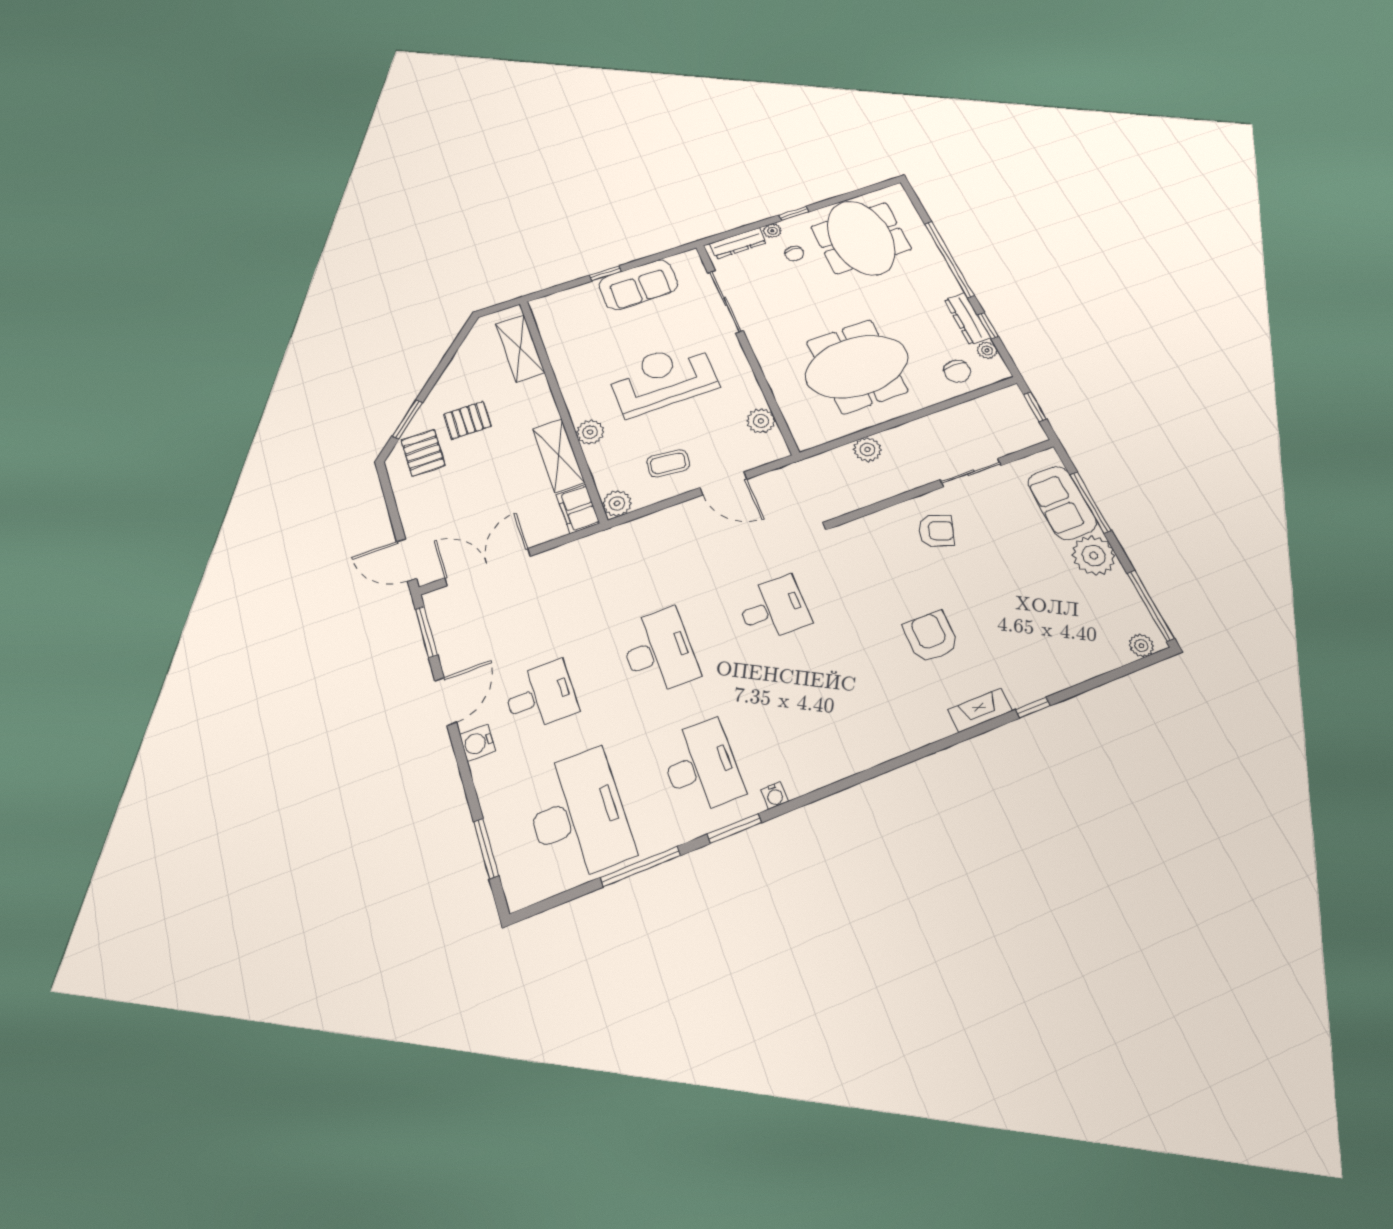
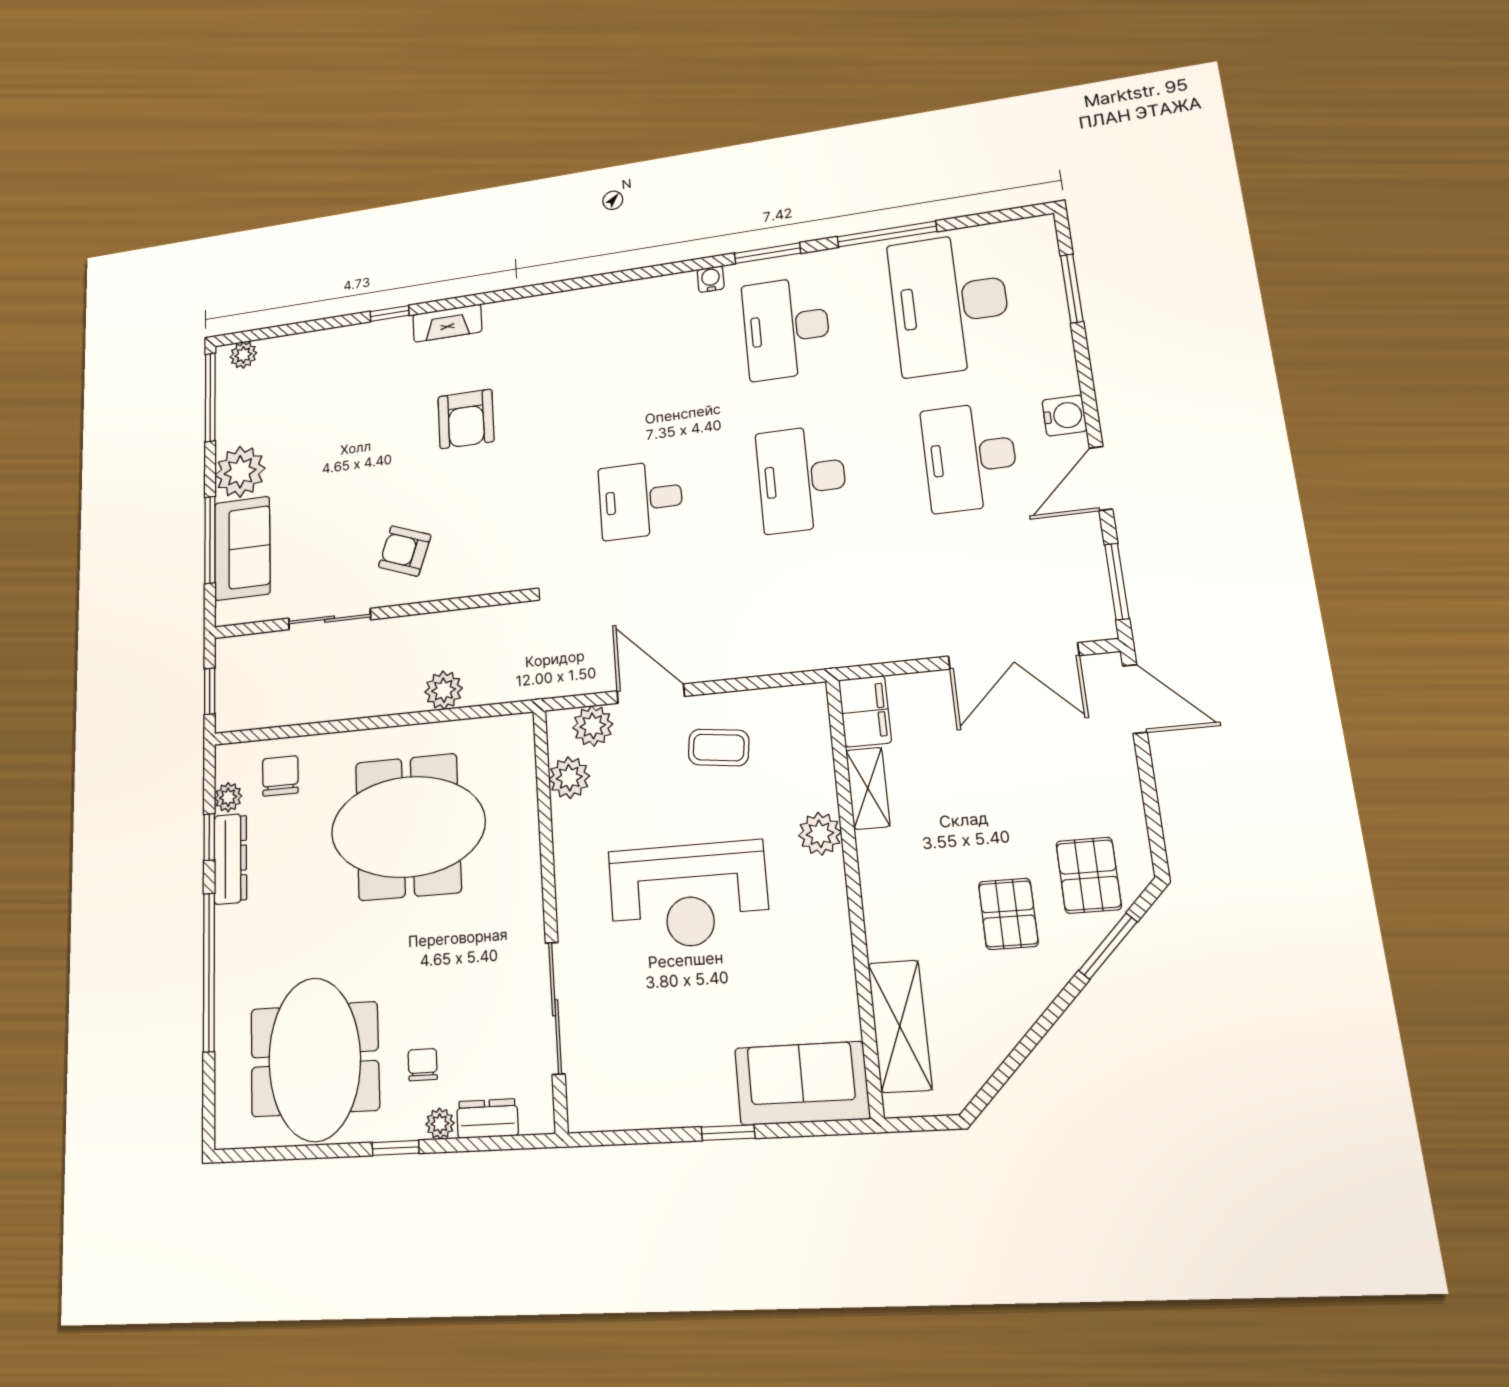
dresser: (738, 243) -> (487, 1119), width x0.70
sofa: (638, 285) -> (802, 1083), moved
pallet: (467, 420) -> (1008, 914), turned 90
shelving: (558, 455) -> (868, 788), width x0.67, depth x0.75
plant: (617, 503) -> (593, 726), moved
desk: (541, 696) -> (970, 457), width x1.37

